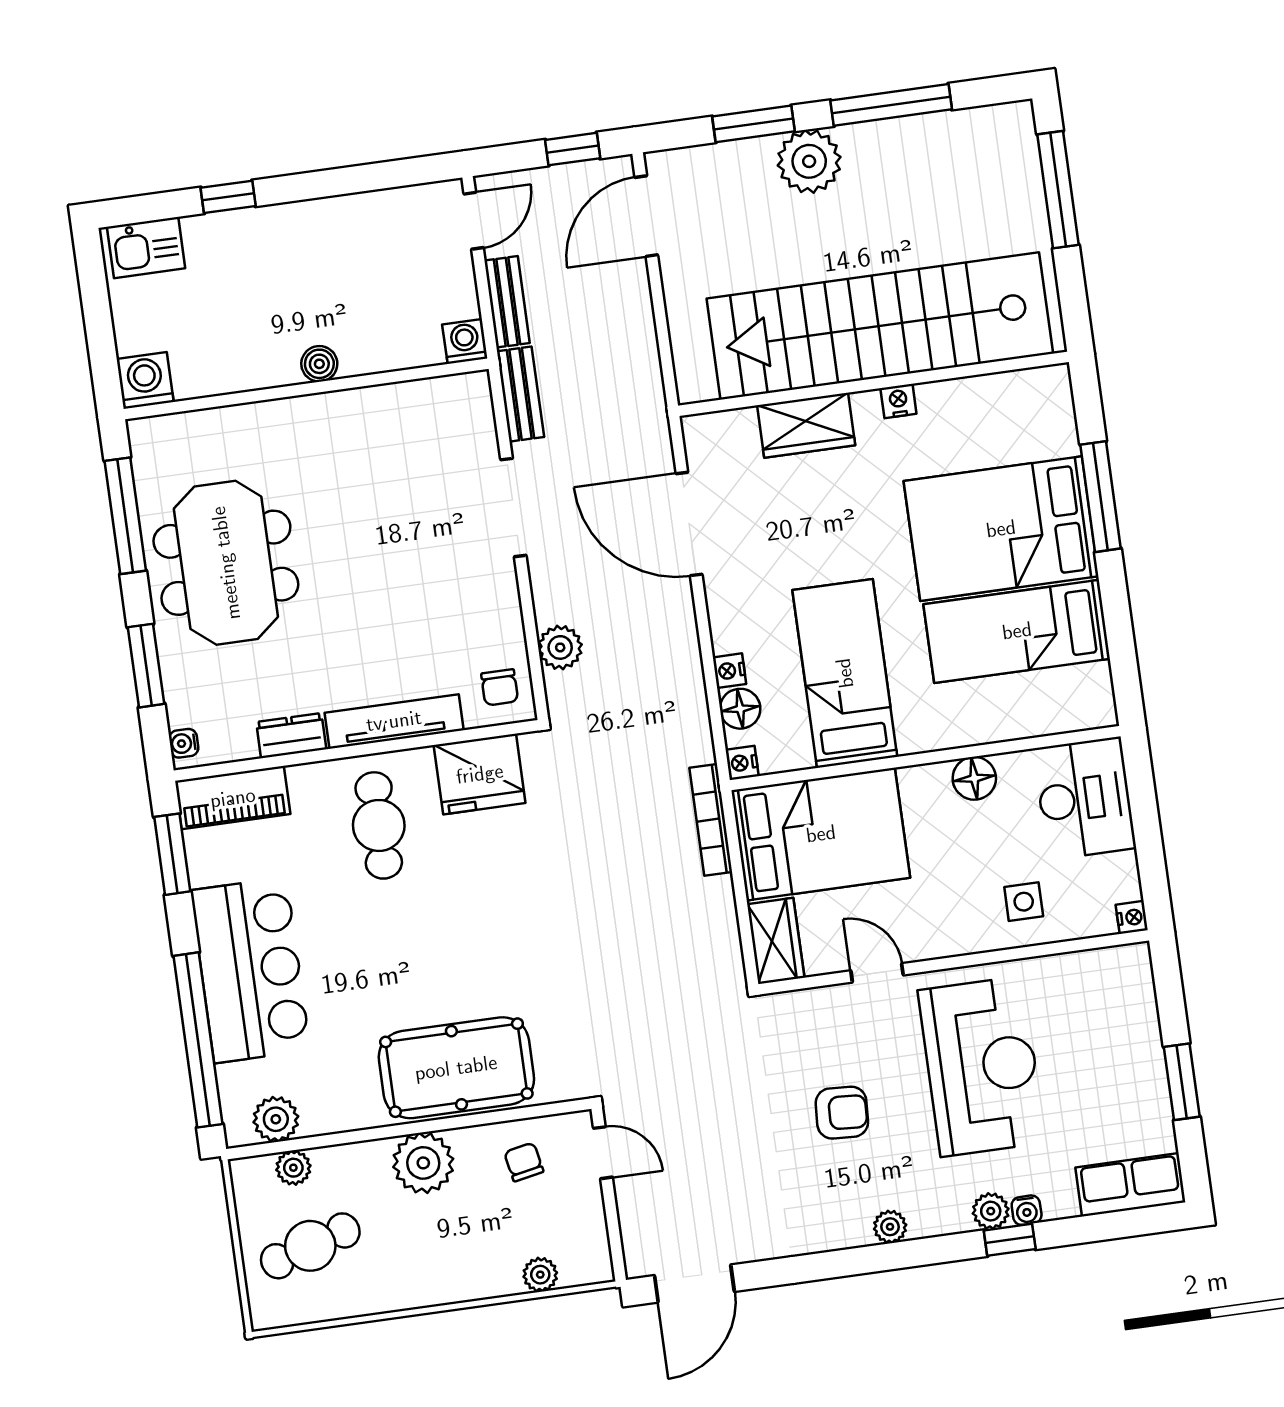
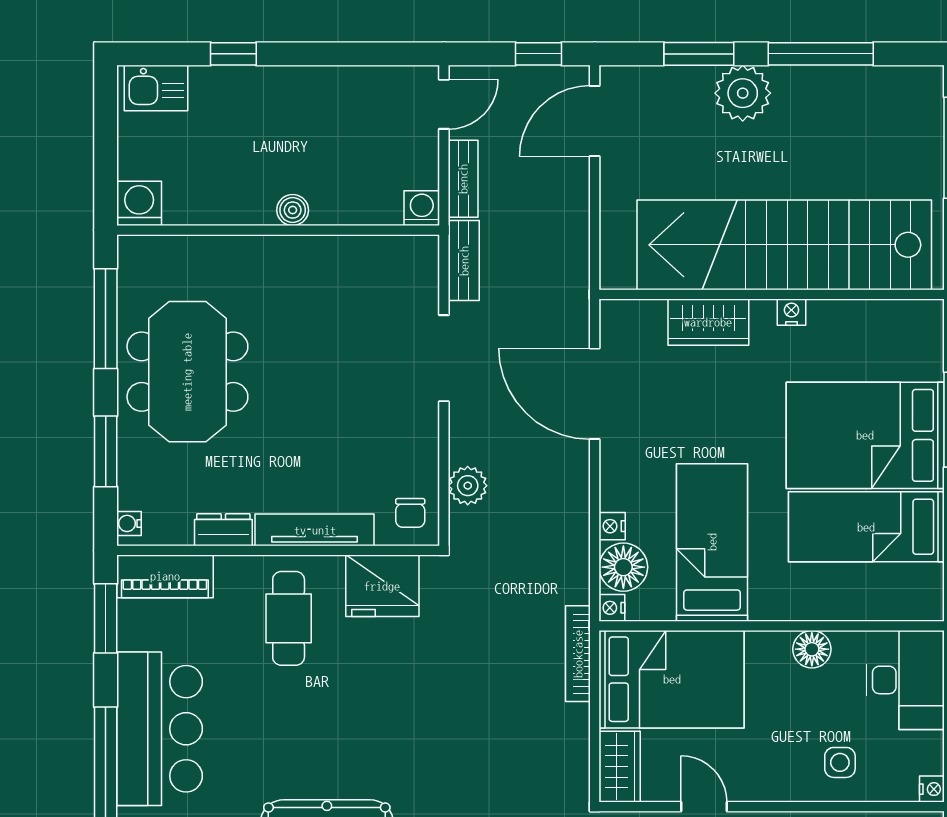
floor lamp: (740, 709) -> (623, 567), width x1.38, depth x1.38

